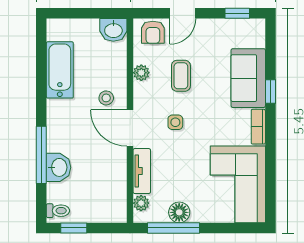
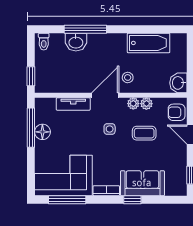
window: (270, 179) -> (67, 200), added
plant: (141, 203) -> (133, 104), moved
window: (74, 228) -> (31, 76), moved

